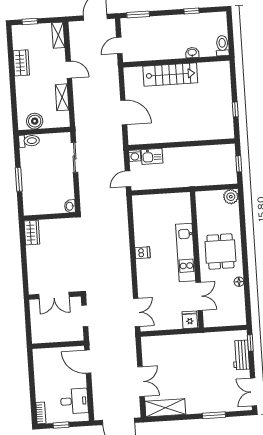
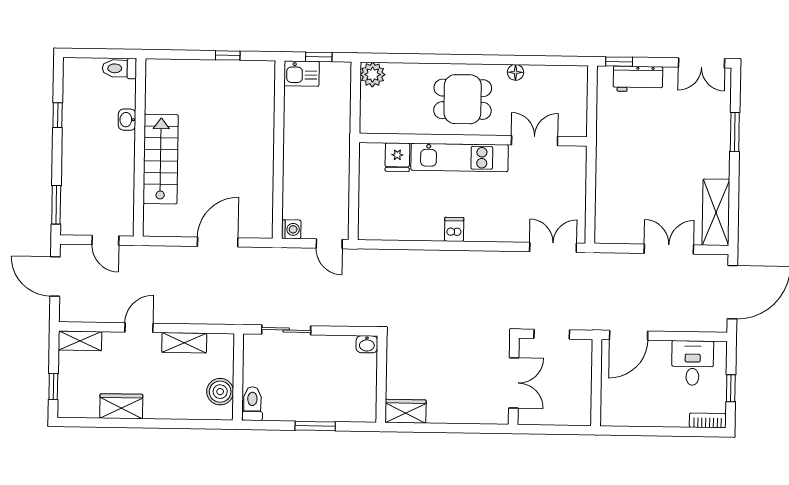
kitchen sink: (152, 156) -> (302, 74), moved, turned 90
fridge: (190, 320) -> (397, 157), moved, turned -90

